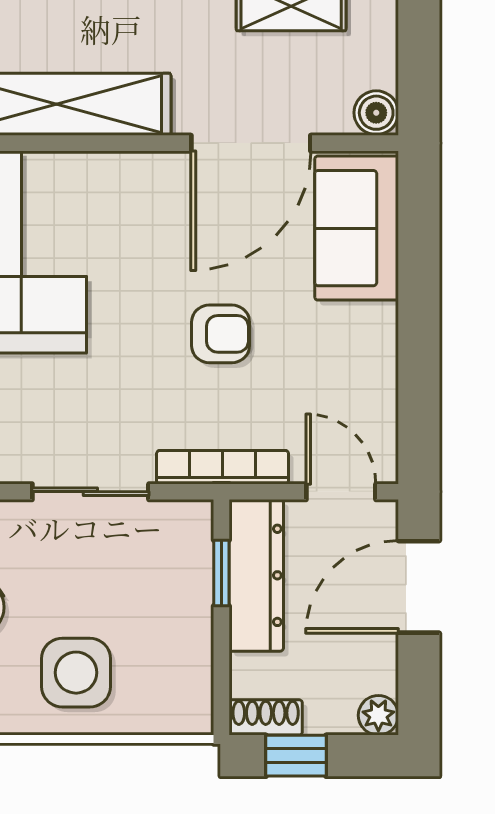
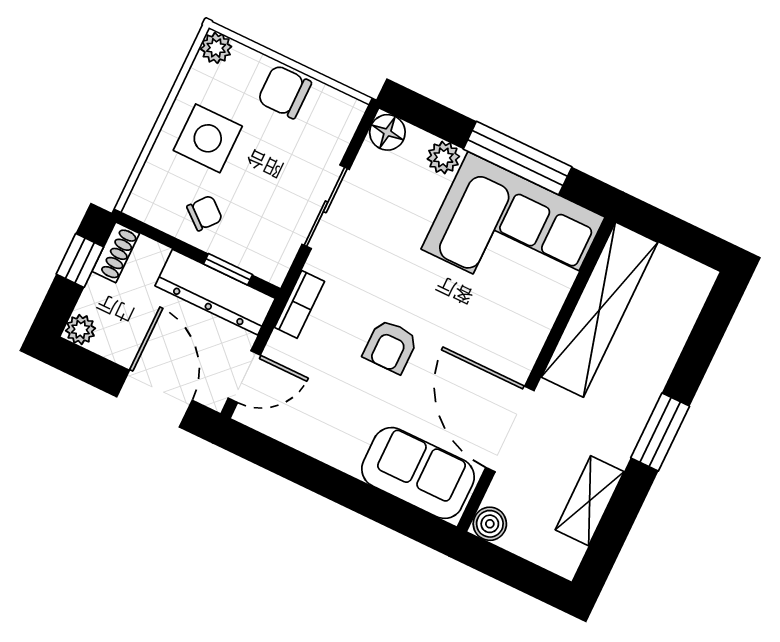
bookcase: (223, 467) -> (299, 304), width x0.64
chair: (167, 633) -> (205, 213), added

